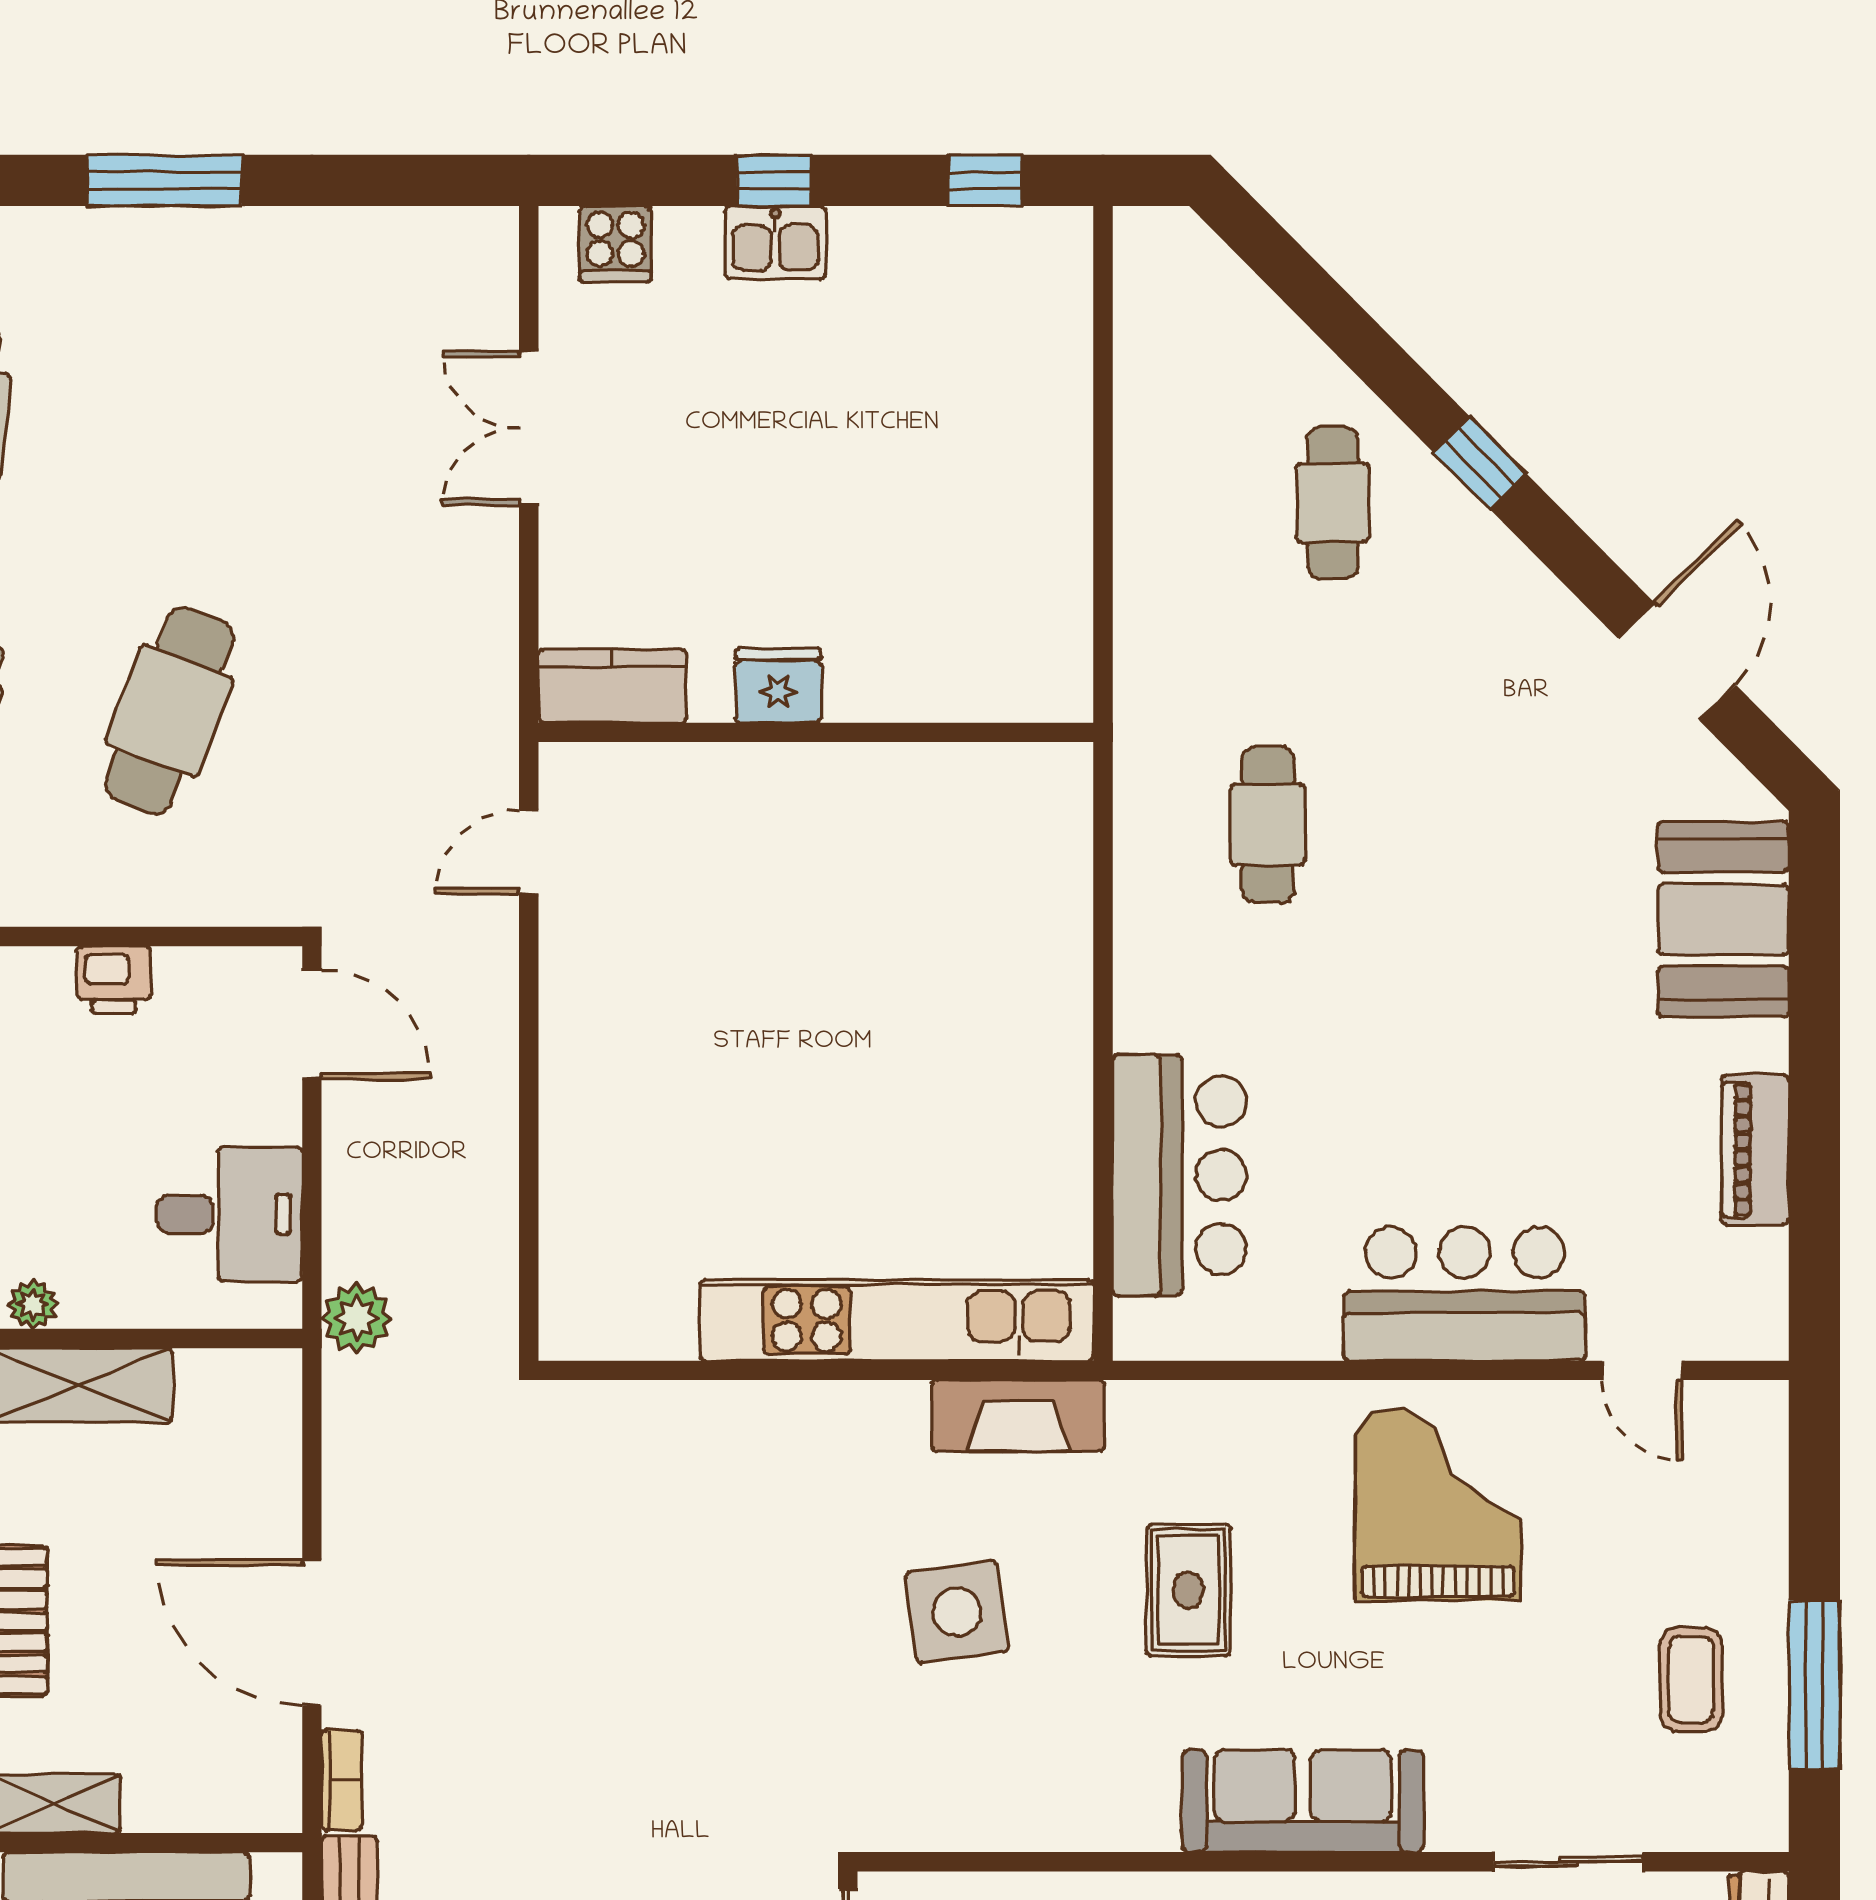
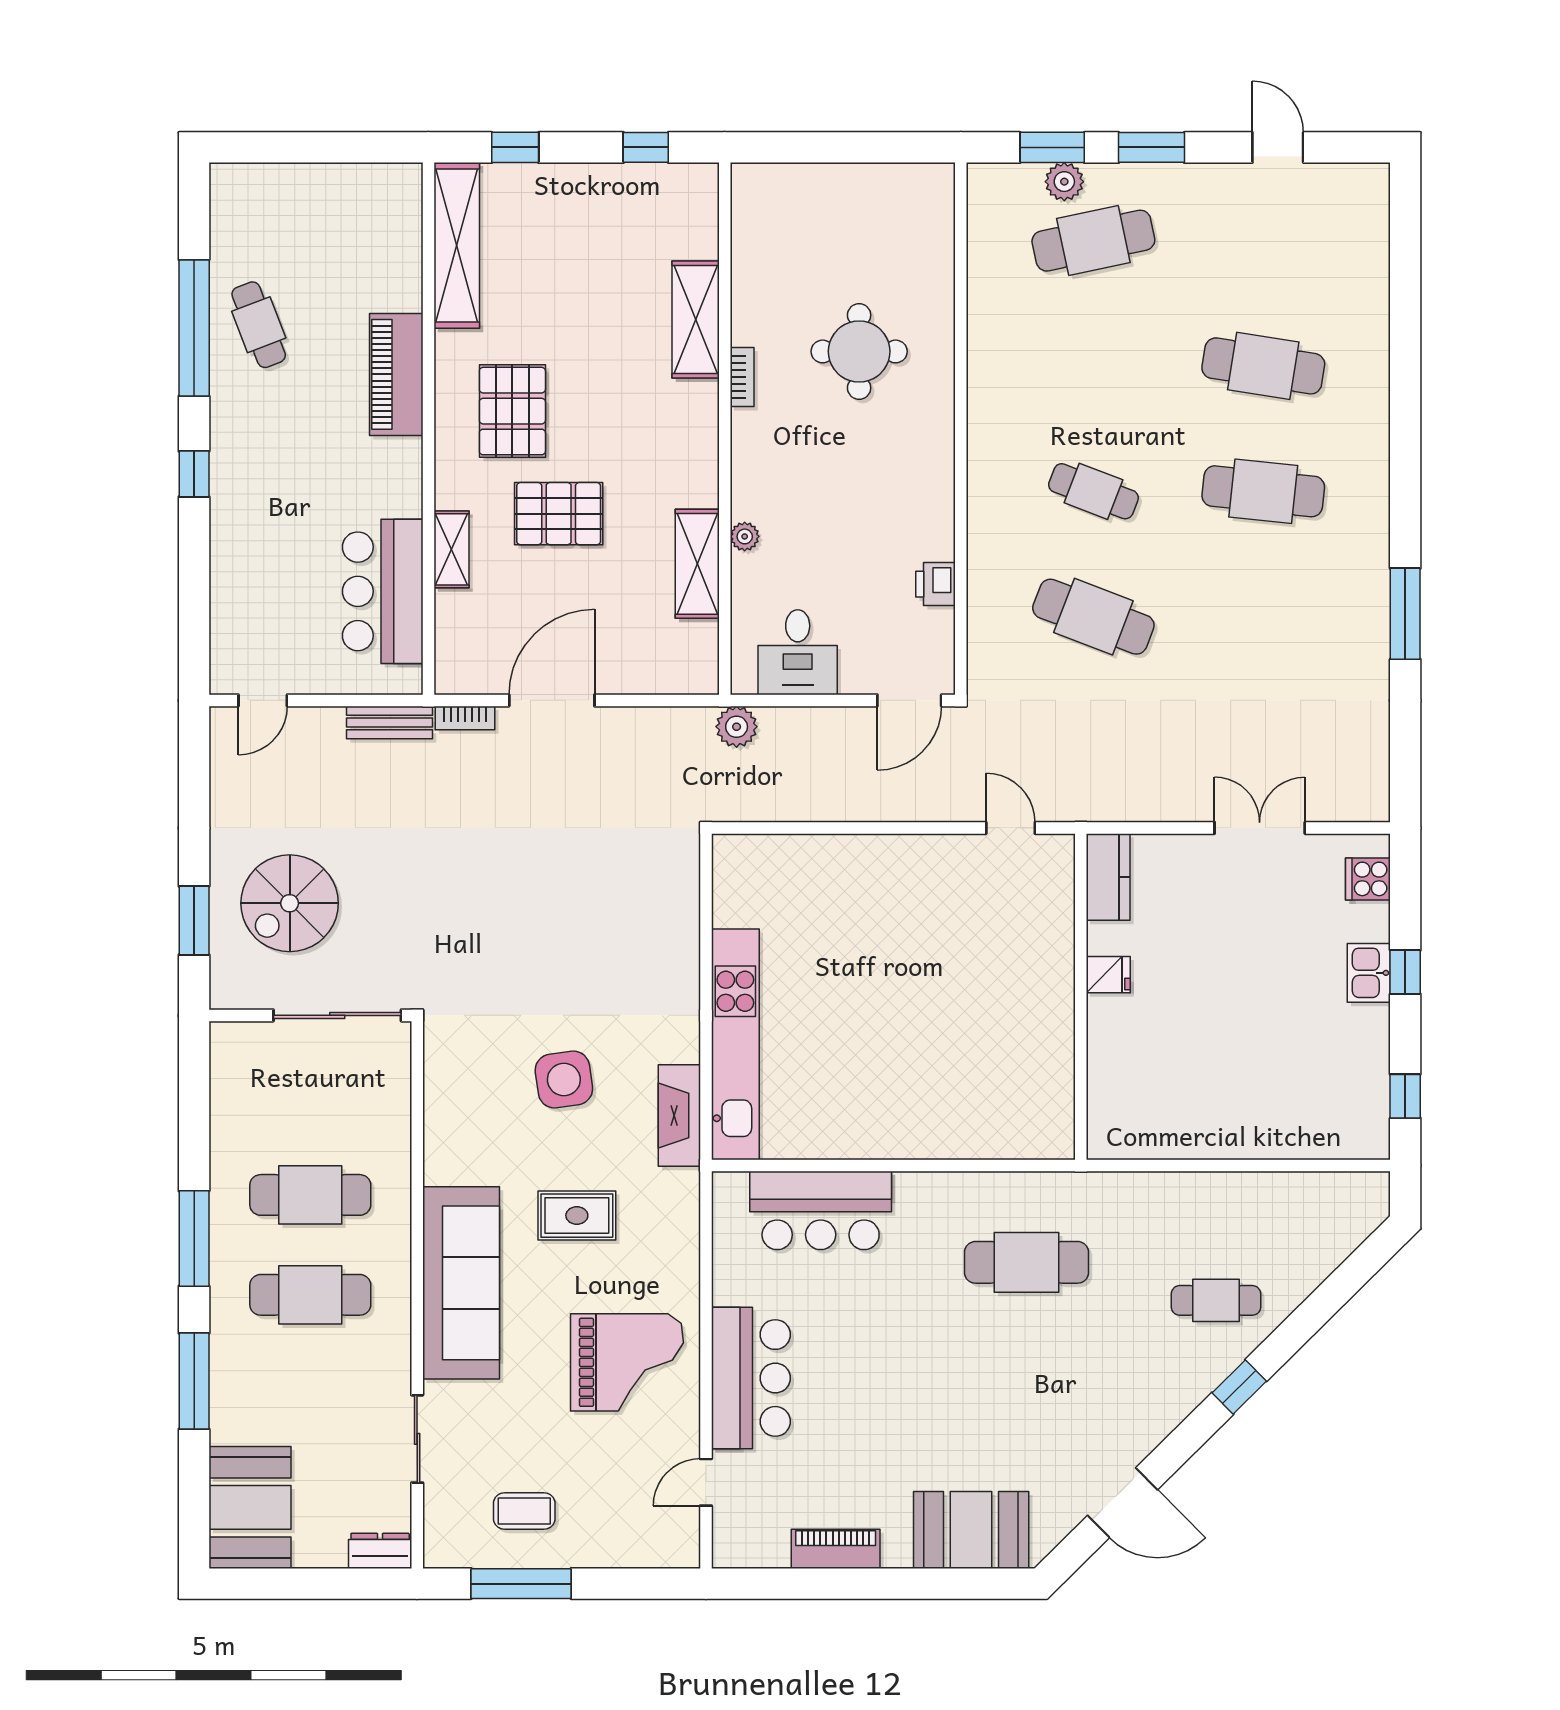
fridge: (778, 686) -> (1108, 975), width x0.72
cafe table: (1268, 825) -> (1027, 1262), width x1.37, depth x1.35
sofa: (1303, 1801) -> (461, 1283), width x1.36, depth x1.27

